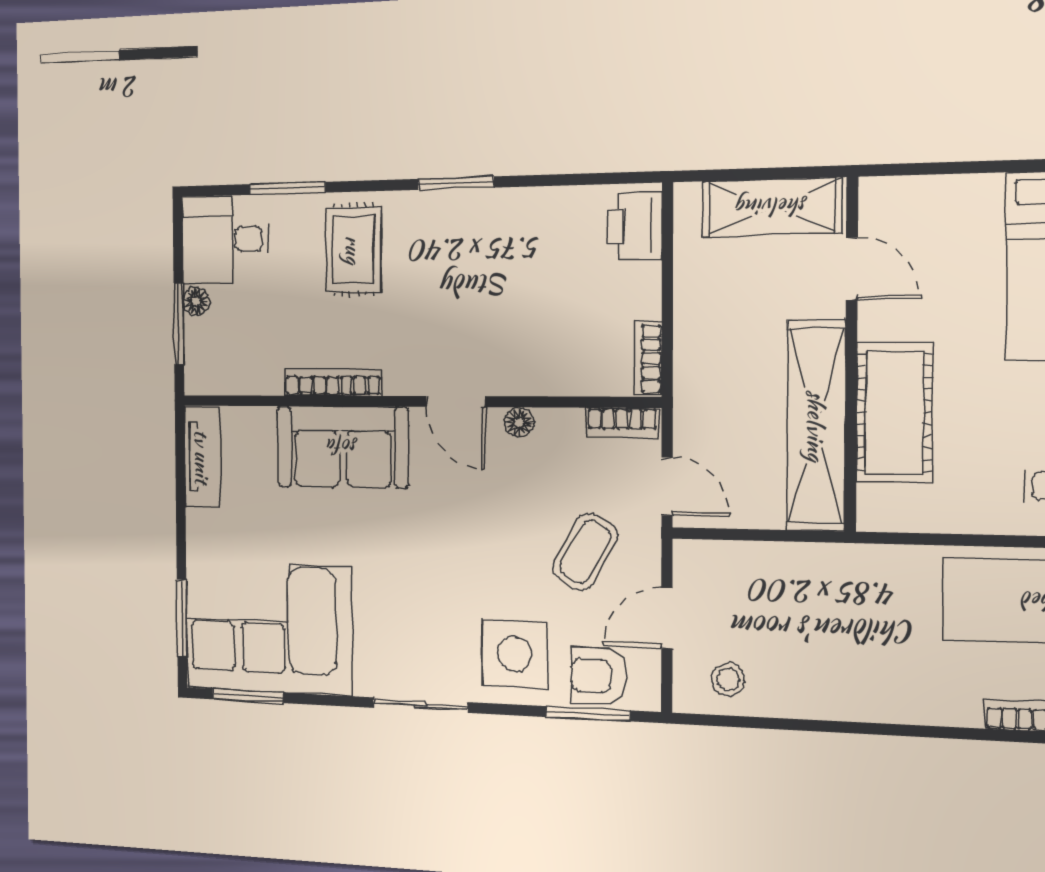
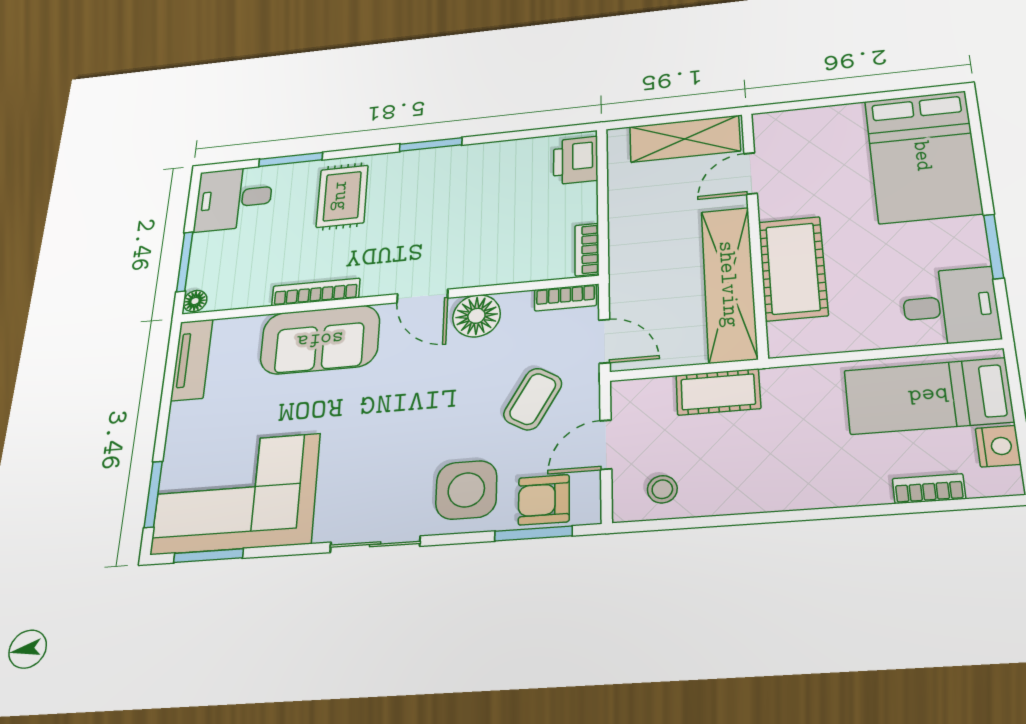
door: (852, 269) -> (751, 173), swing flipped
floor lamp: (196, 301) -> (195, 301), moved
floor lamp: (519, 422) -> (476, 316), width x1.89, depth x1.89
cot: (796, 567) -> (718, 392), added

